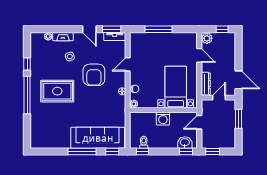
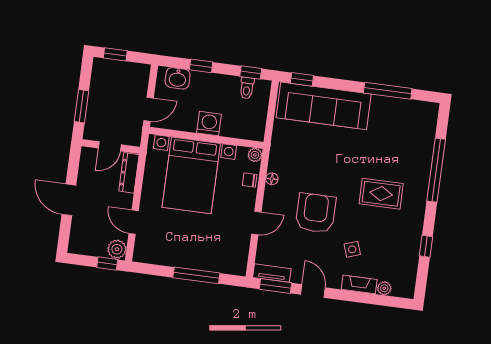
window: (222, 29) -> (107, 264), moved
door: (239, 80) -> (69, 200), moved
bed with nightstands: (176, 87) -> (191, 175), width x1.36
rug: (57, 91) -> (381, 194), width x0.73, depth x0.70
window: (27, 95) -> (436, 170), moved
window: (82, 152) -> (388, 91), moved
window: (186, 152) -> (201, 66), moved
window: (213, 152) -> (115, 54), moved

